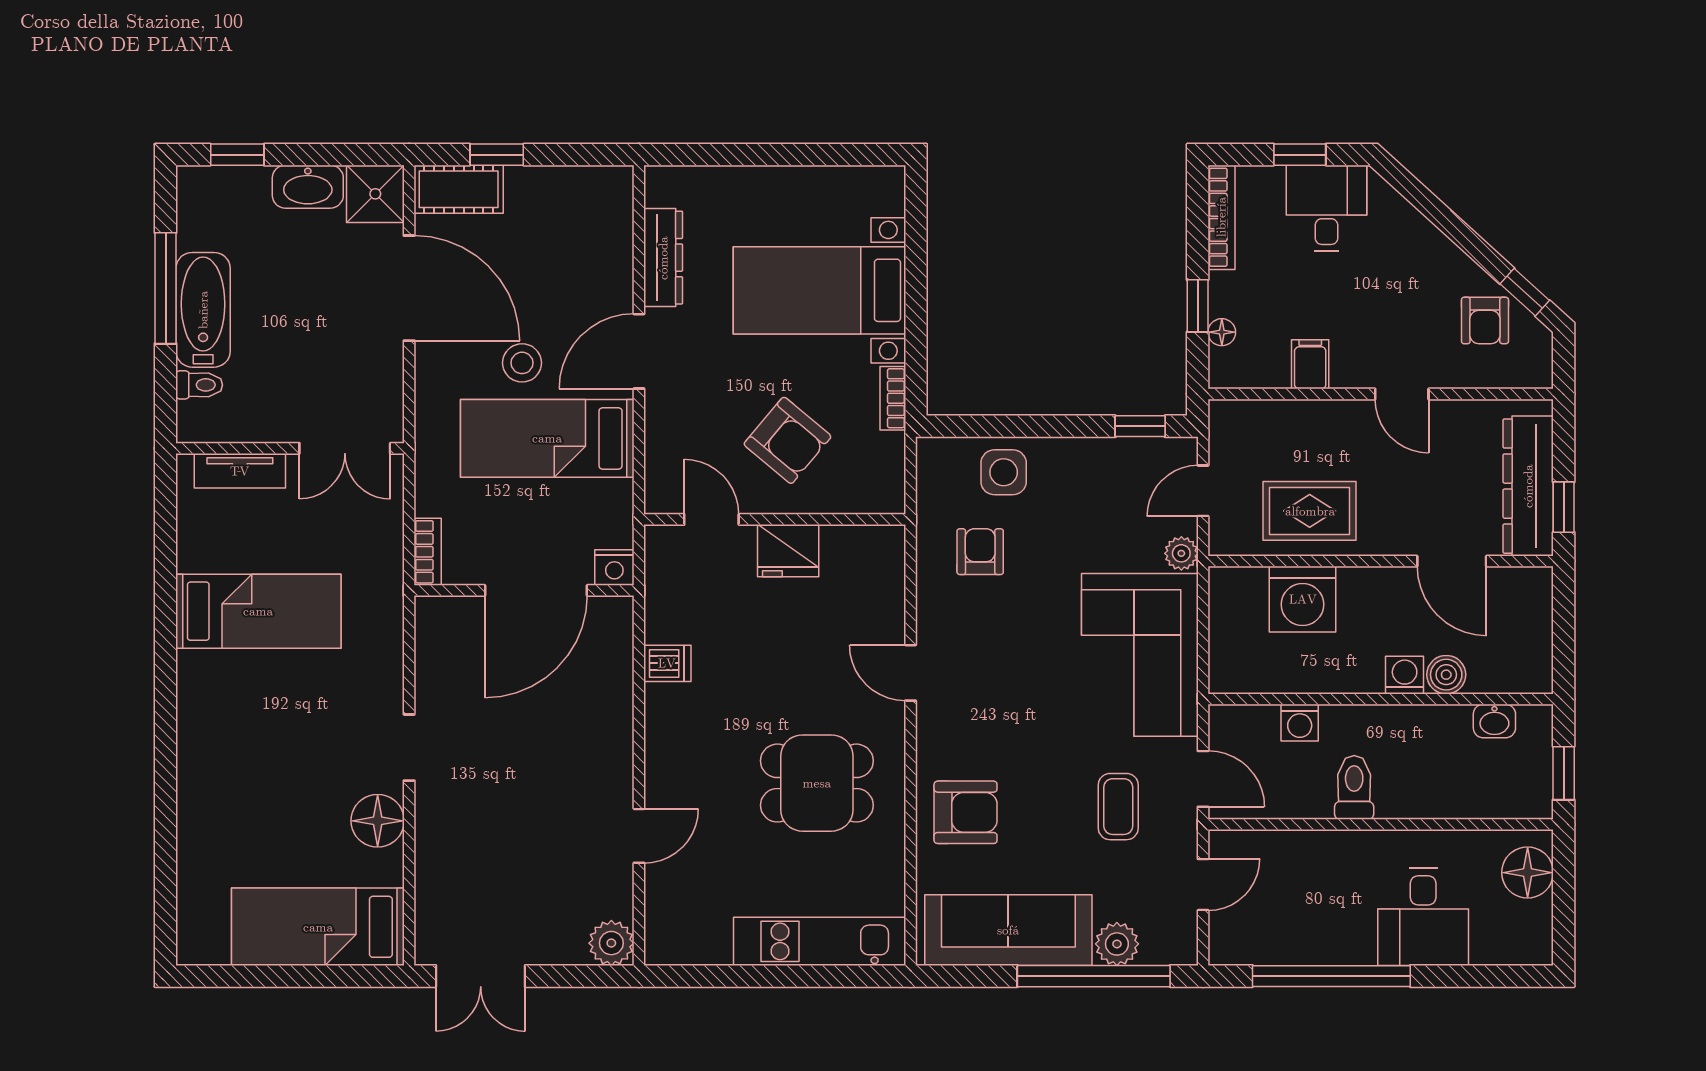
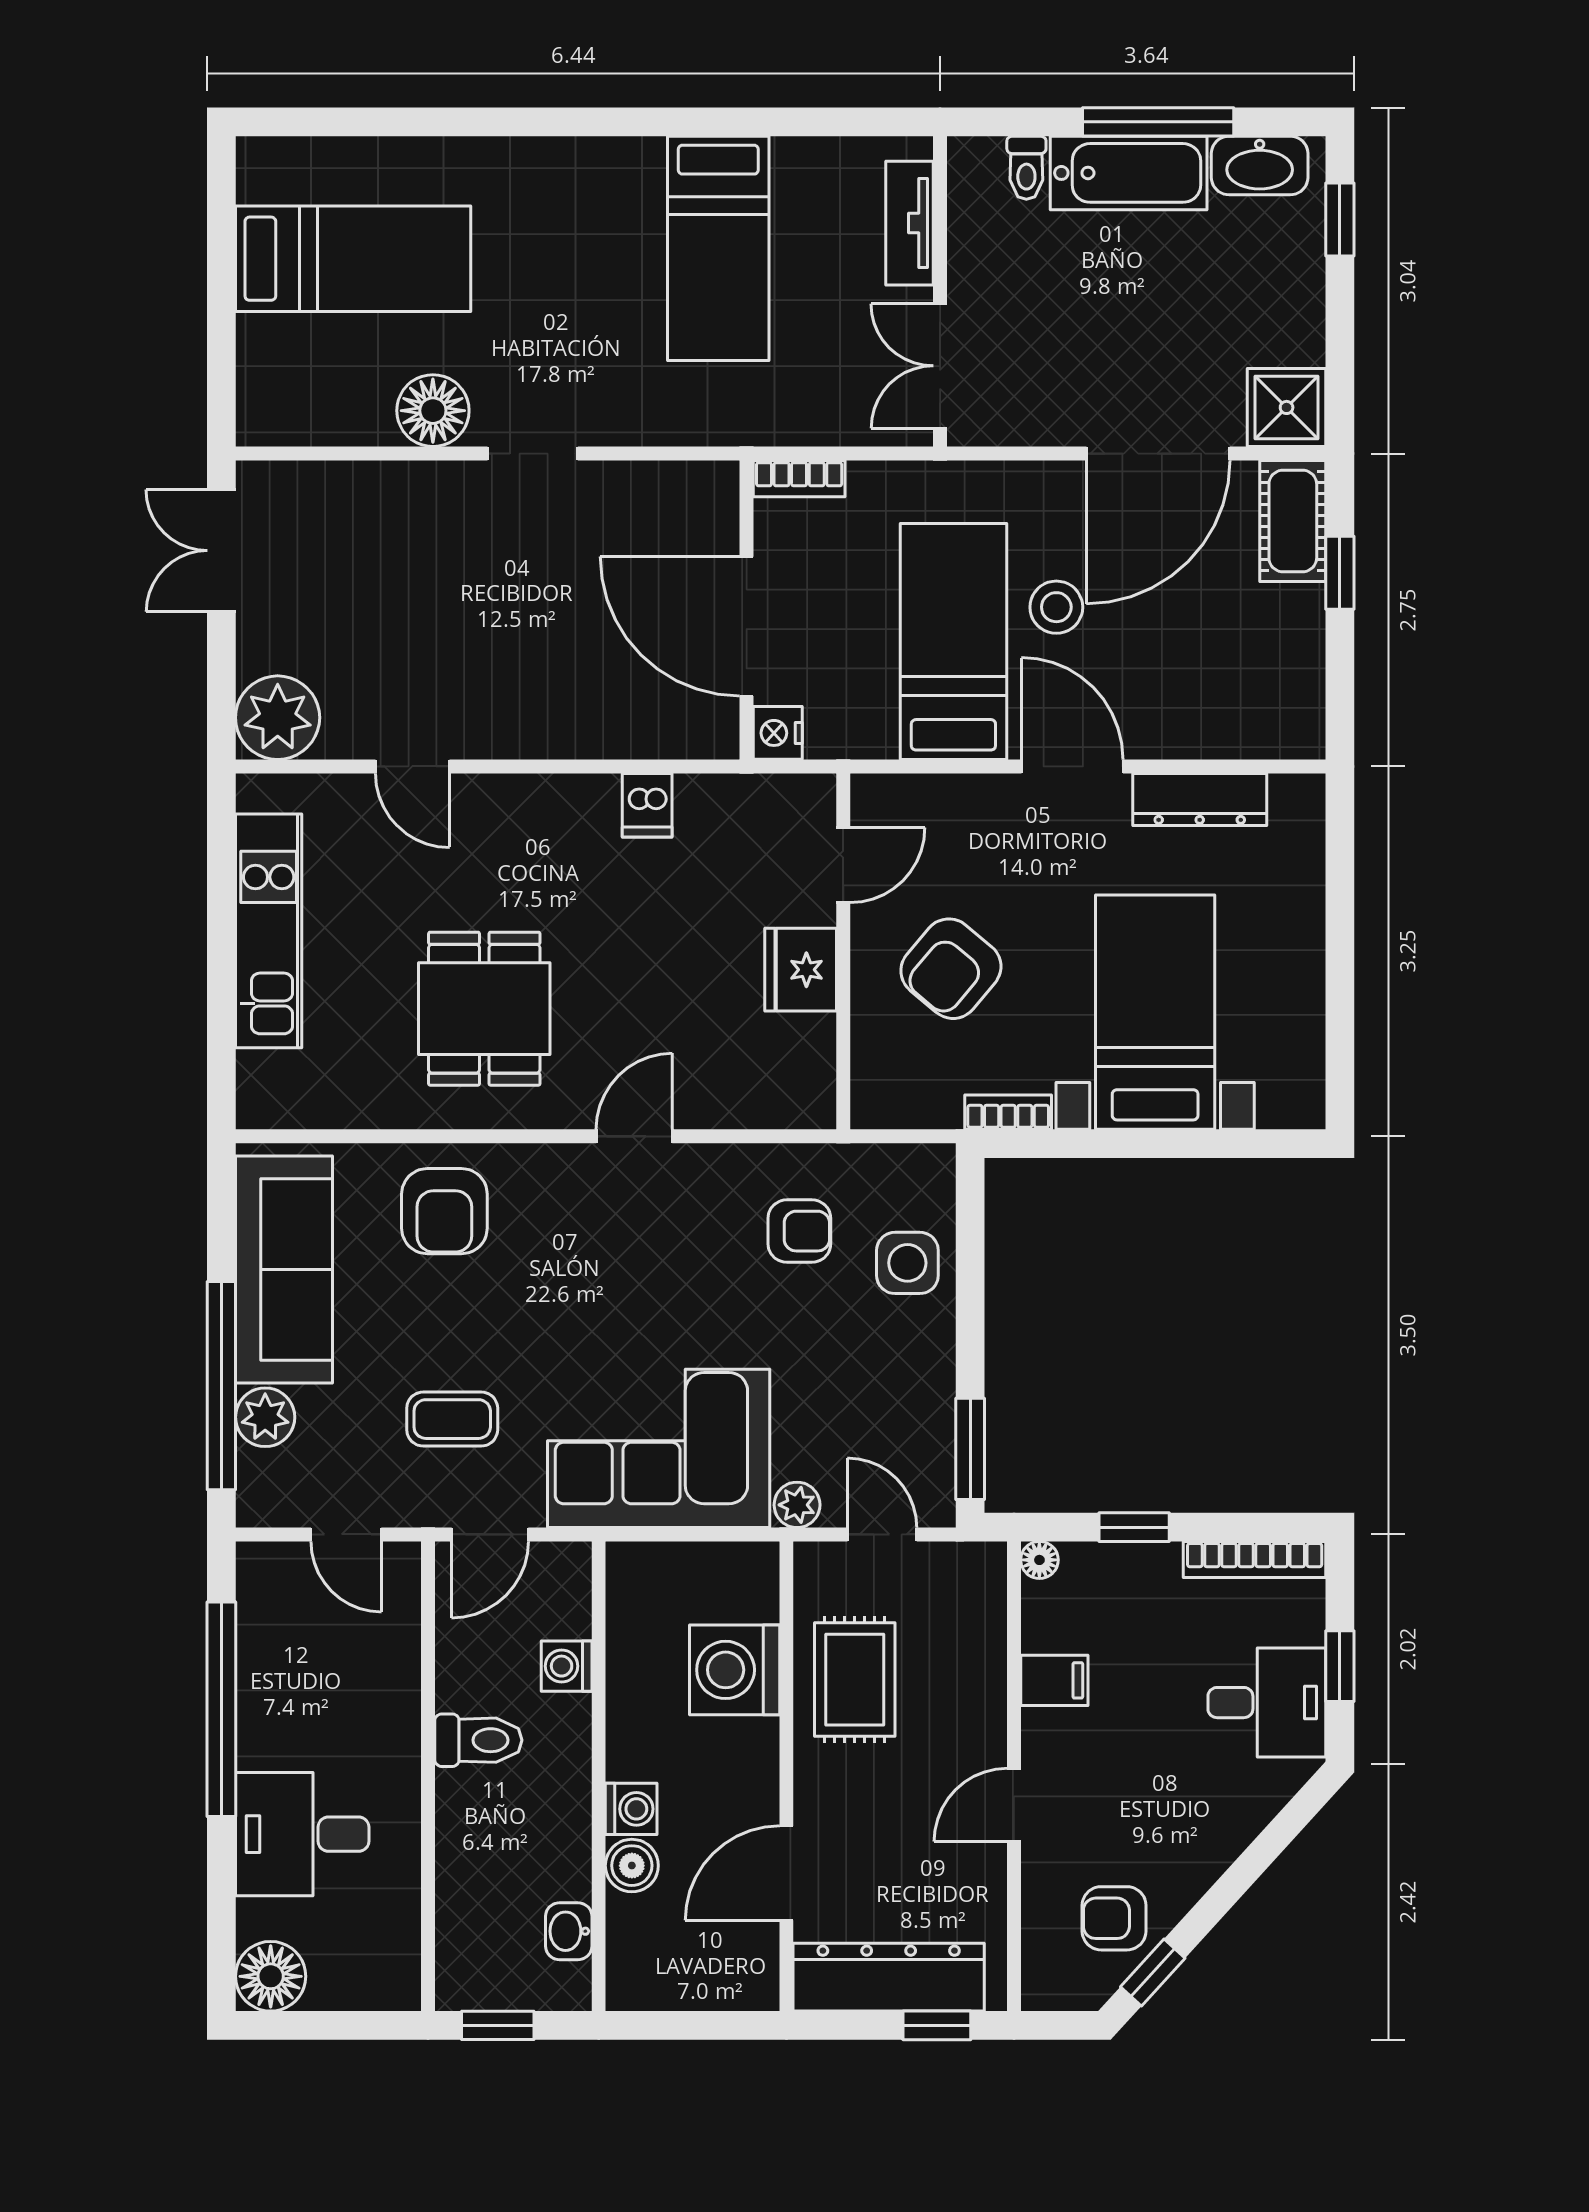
washbasin: (308, 187) -> (1260, 165), moved, turned -90
floor lamp: (1222, 332) -> (1039, 1560), moved
window: (1140, 426) -> (970, 1449), width x1.50
window: (1564, 507) -> (937, 2025), moved
floor lamp: (1528, 873) -> (271, 1976), moved
bed: (318, 927) -> (353, 259), moved, turned 90
kitchen unit: (820, 941) -> (269, 931), moved
plant: (611, 943) -> (278, 718), width x1.36, depth x1.36

